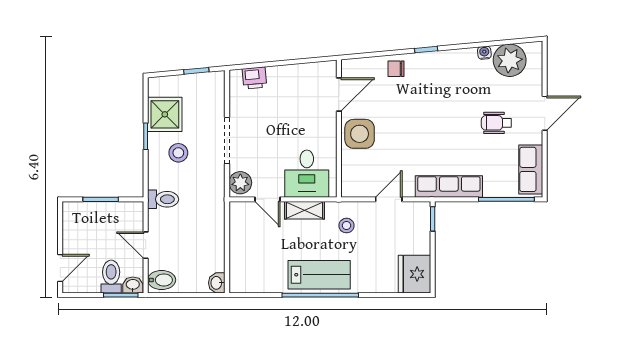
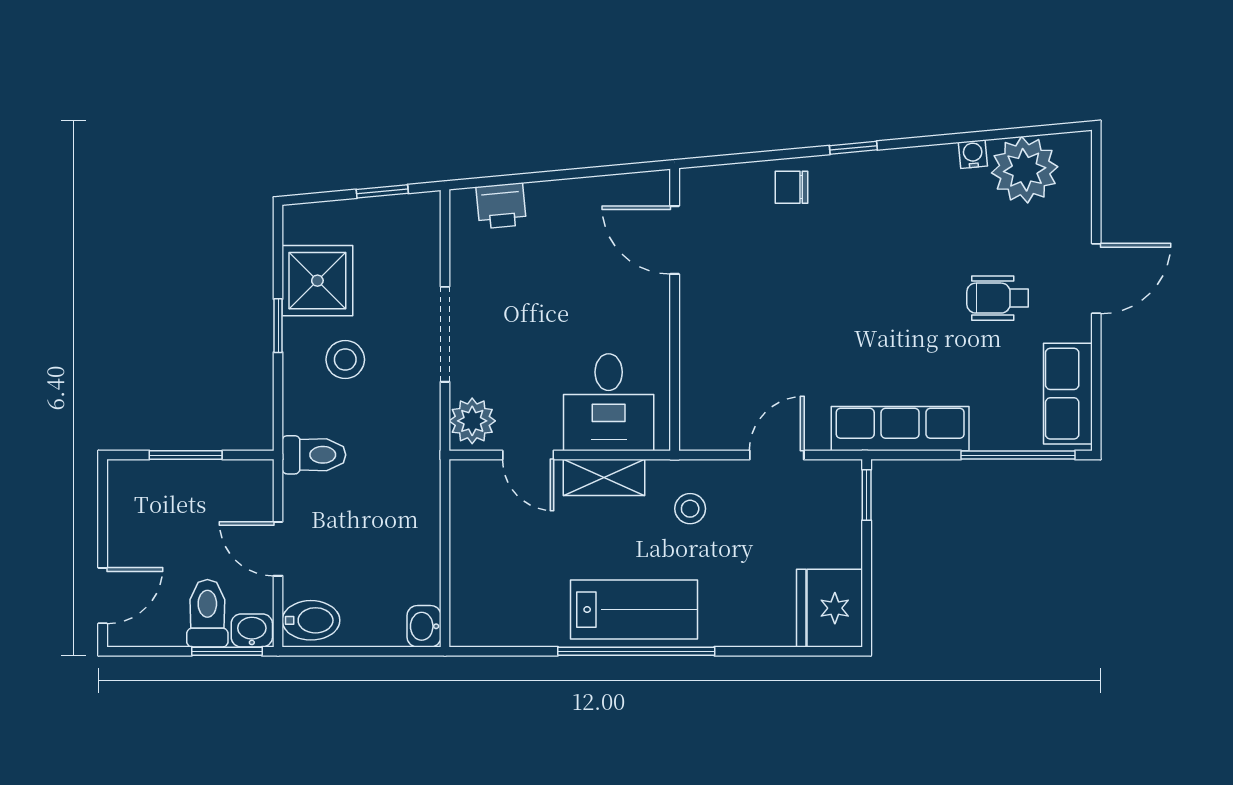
door: (339, 95) -> (675, 240), swing flipped
side table: (360, 134) -> (717, 321), removed

